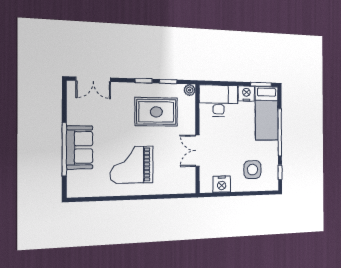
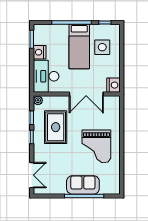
bed: (267, 113) -> (79, 46), moved, turned 90
double door: (197, 151) -> (86, 94), width x1.37
nightstand: (222, 184) -> (113, 85), moved

